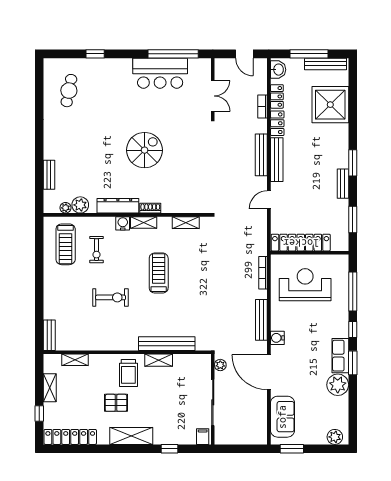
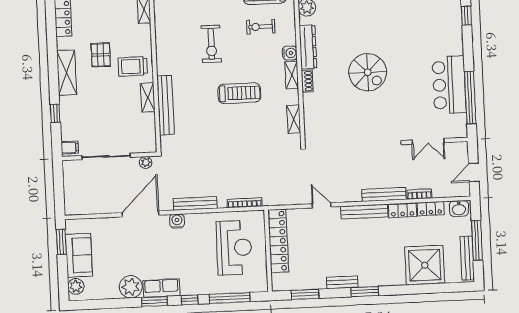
bench: (261, 155) -> (384, 194), moved
sofa: (282, 417) -> (79, 255), moved, turned -90

